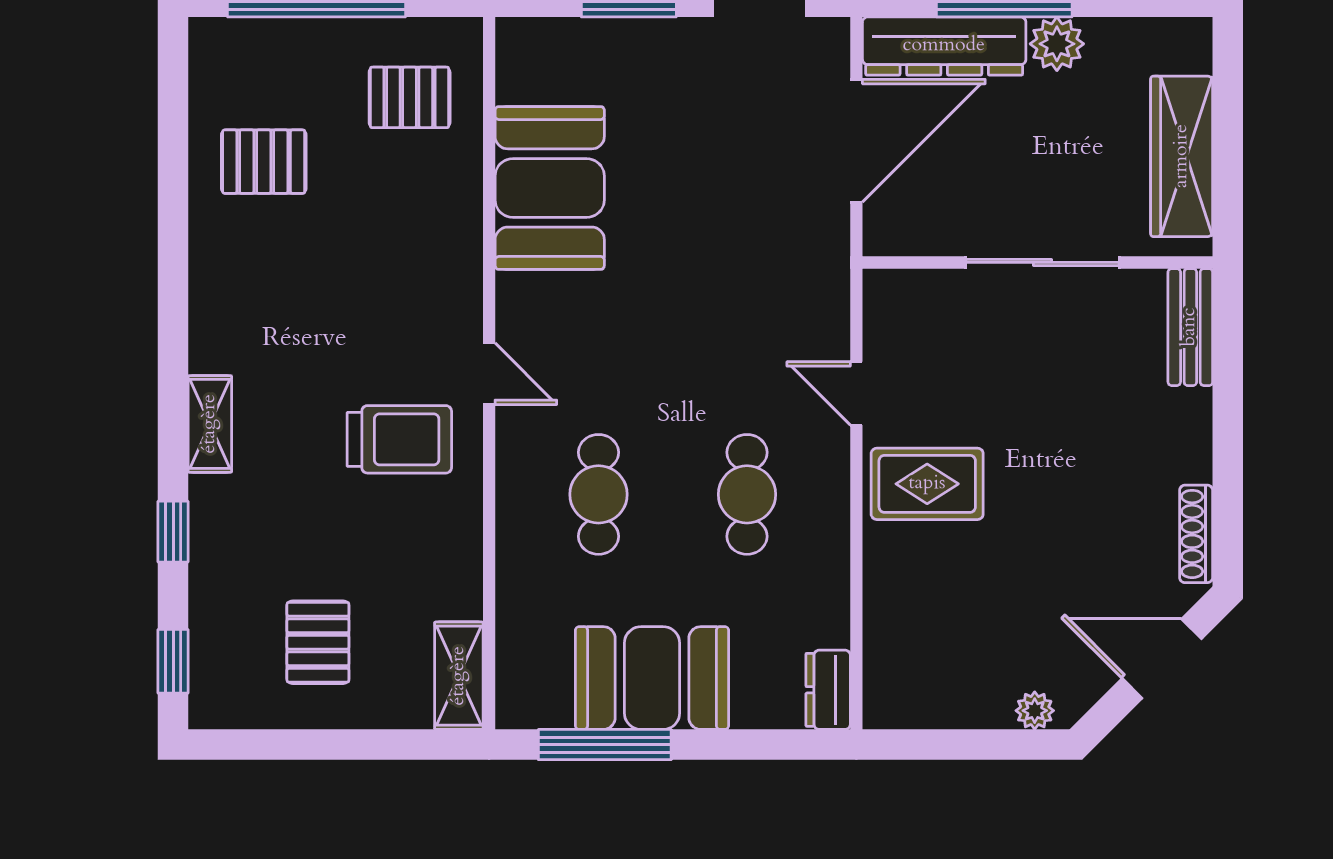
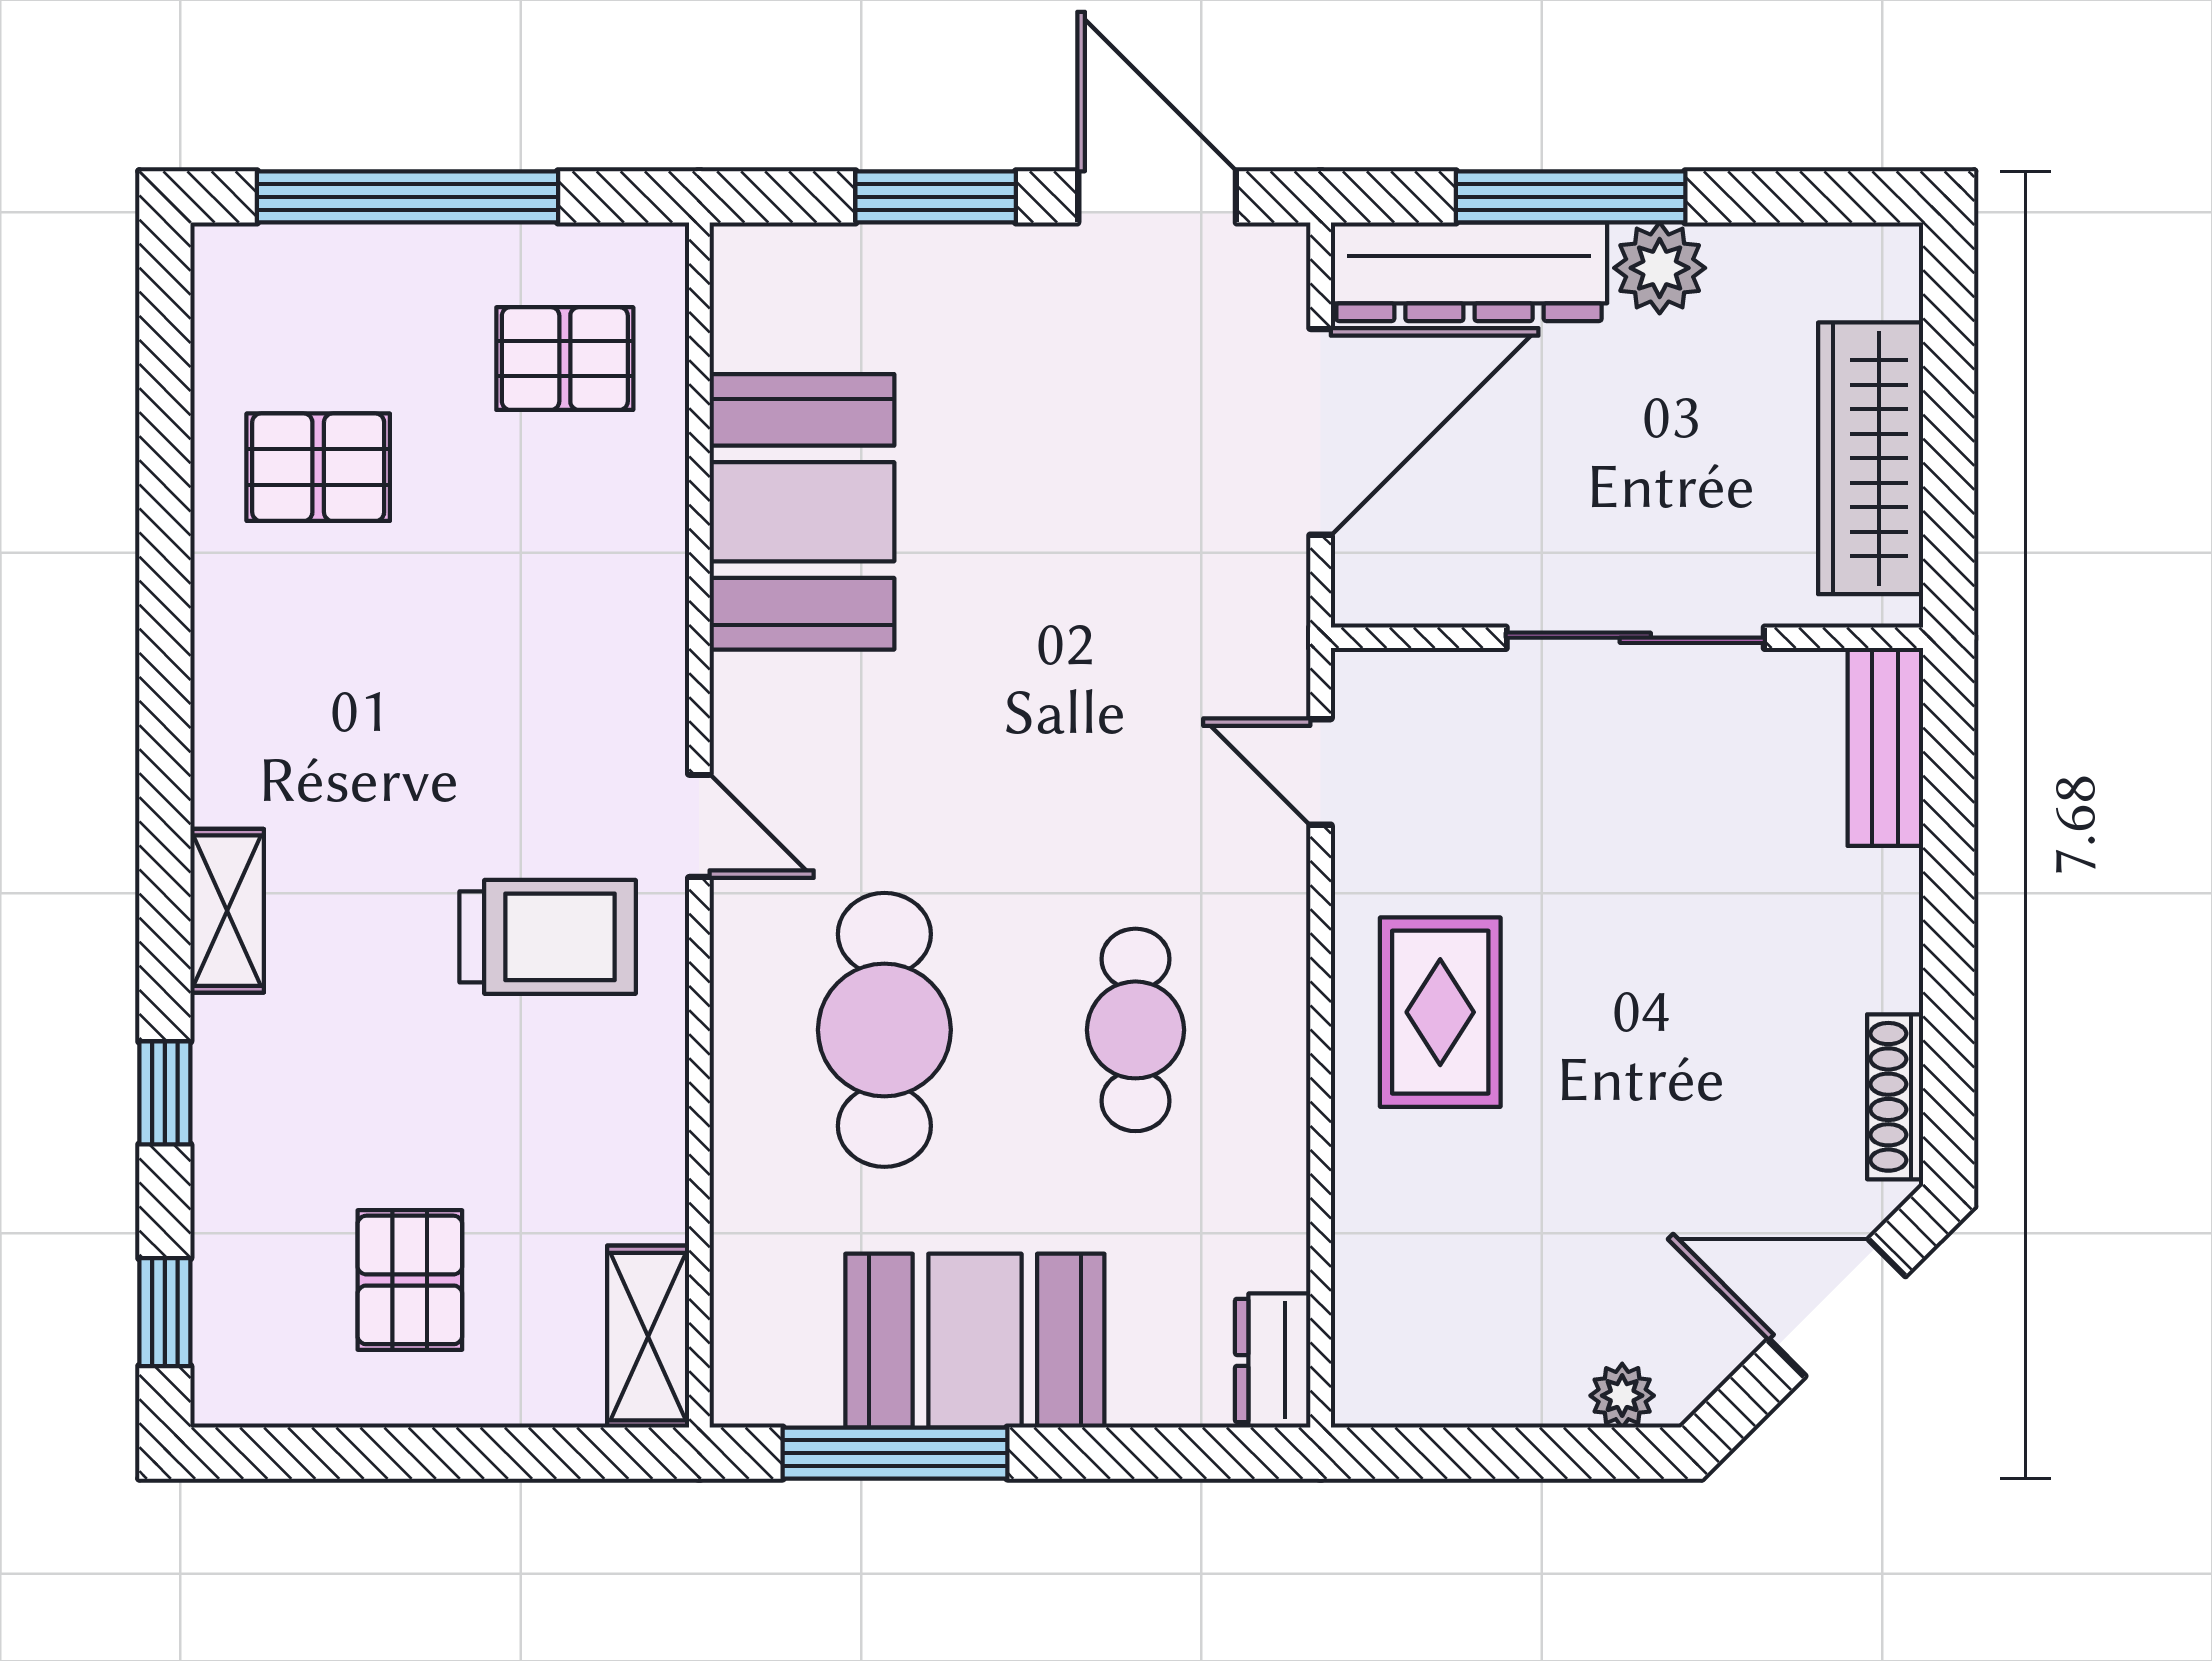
door: (856, 393) -> (1321, 772), moved
rug: (927, 484) -> (1440, 1012), turned 90
cafe table: (598, 494) -> (884, 1030), width x1.37, depth x1.35

